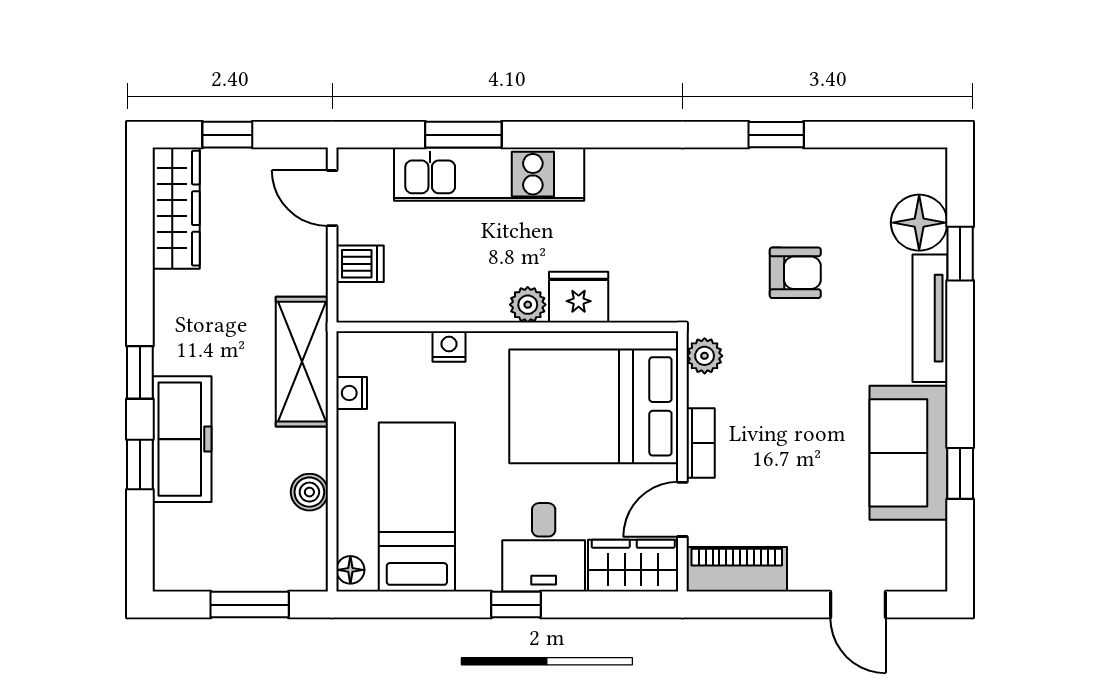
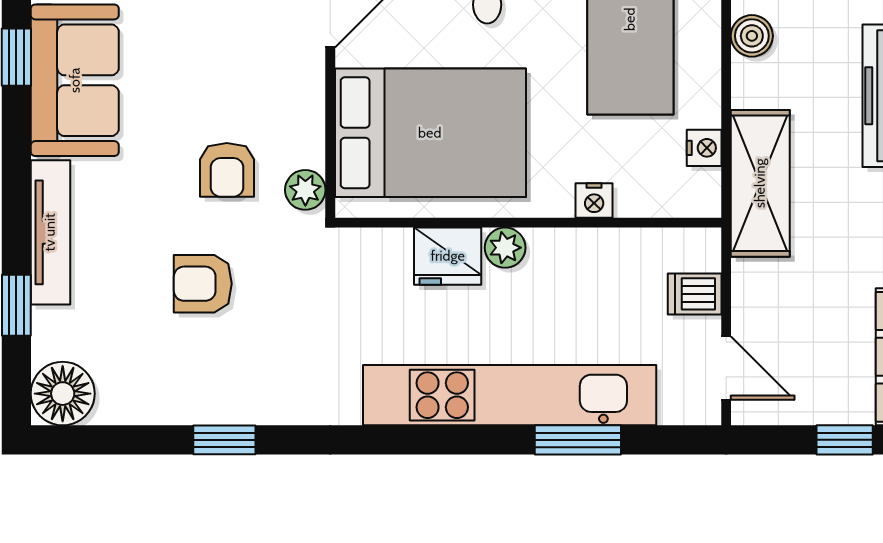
kitchen unit: (489, 174) -> (510, 395), width x1.36
floor lamp: (919, 223) -> (63, 394), moved
armchair: (774, 374) -> (227, 170), added
bookcase: (701, 443) -> (310, 91), removed

